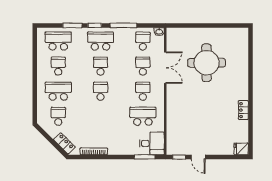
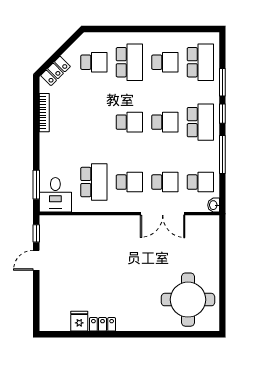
round table: (207, 63) -> (188, 300), moved
fridge: (241, 149) -> (79, 321), moved

